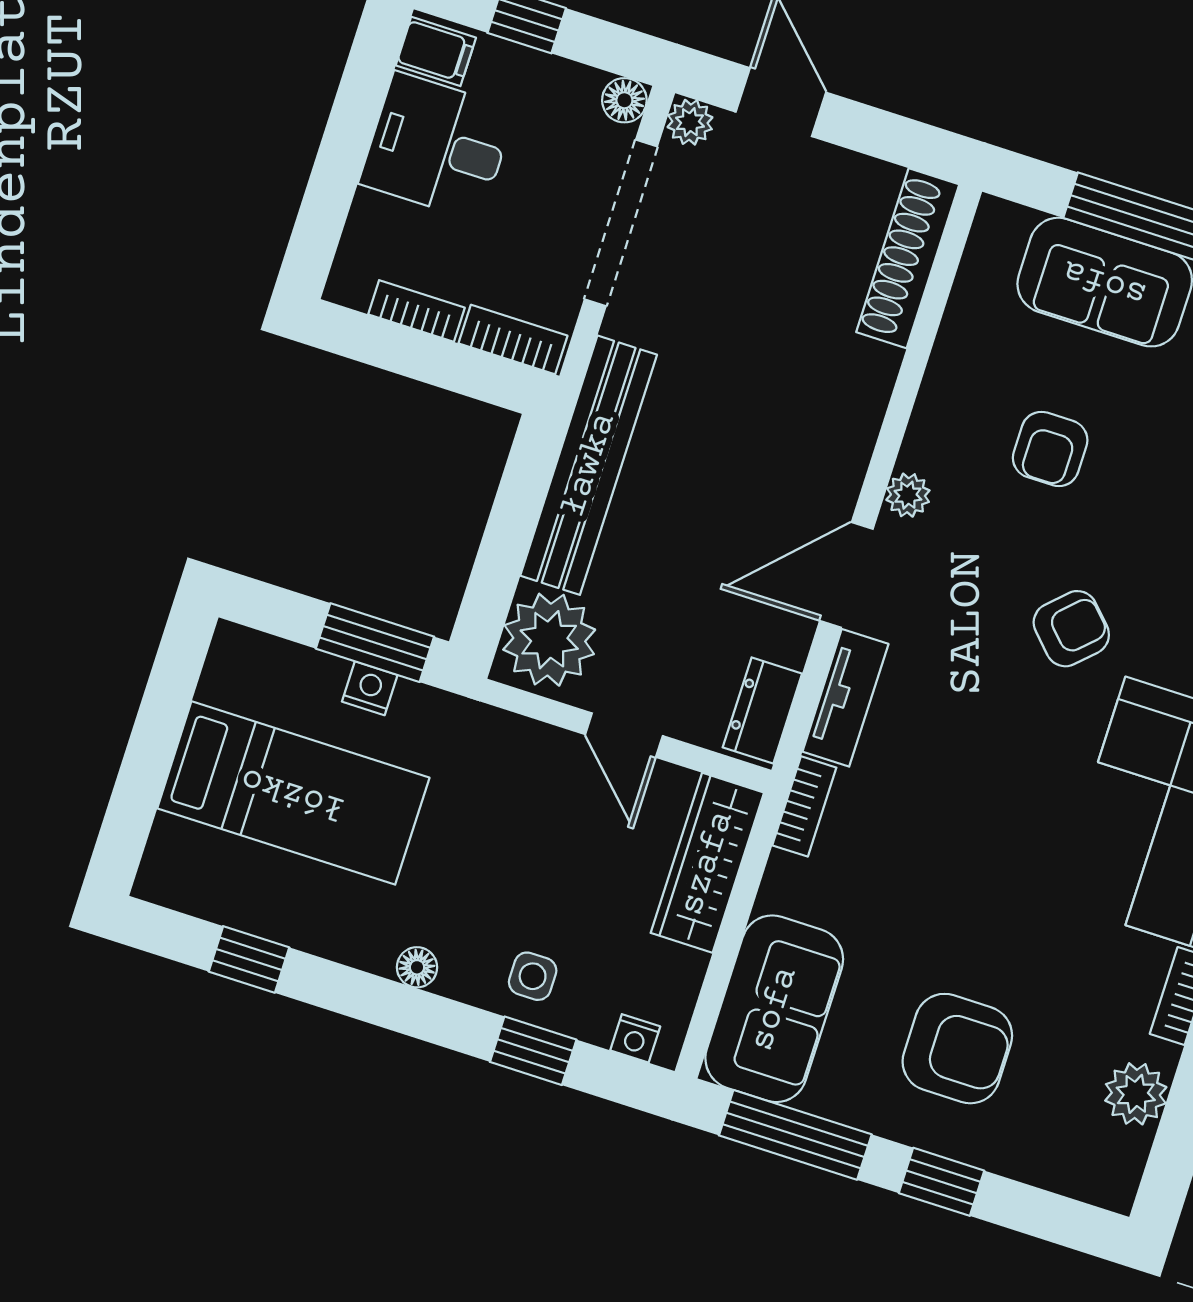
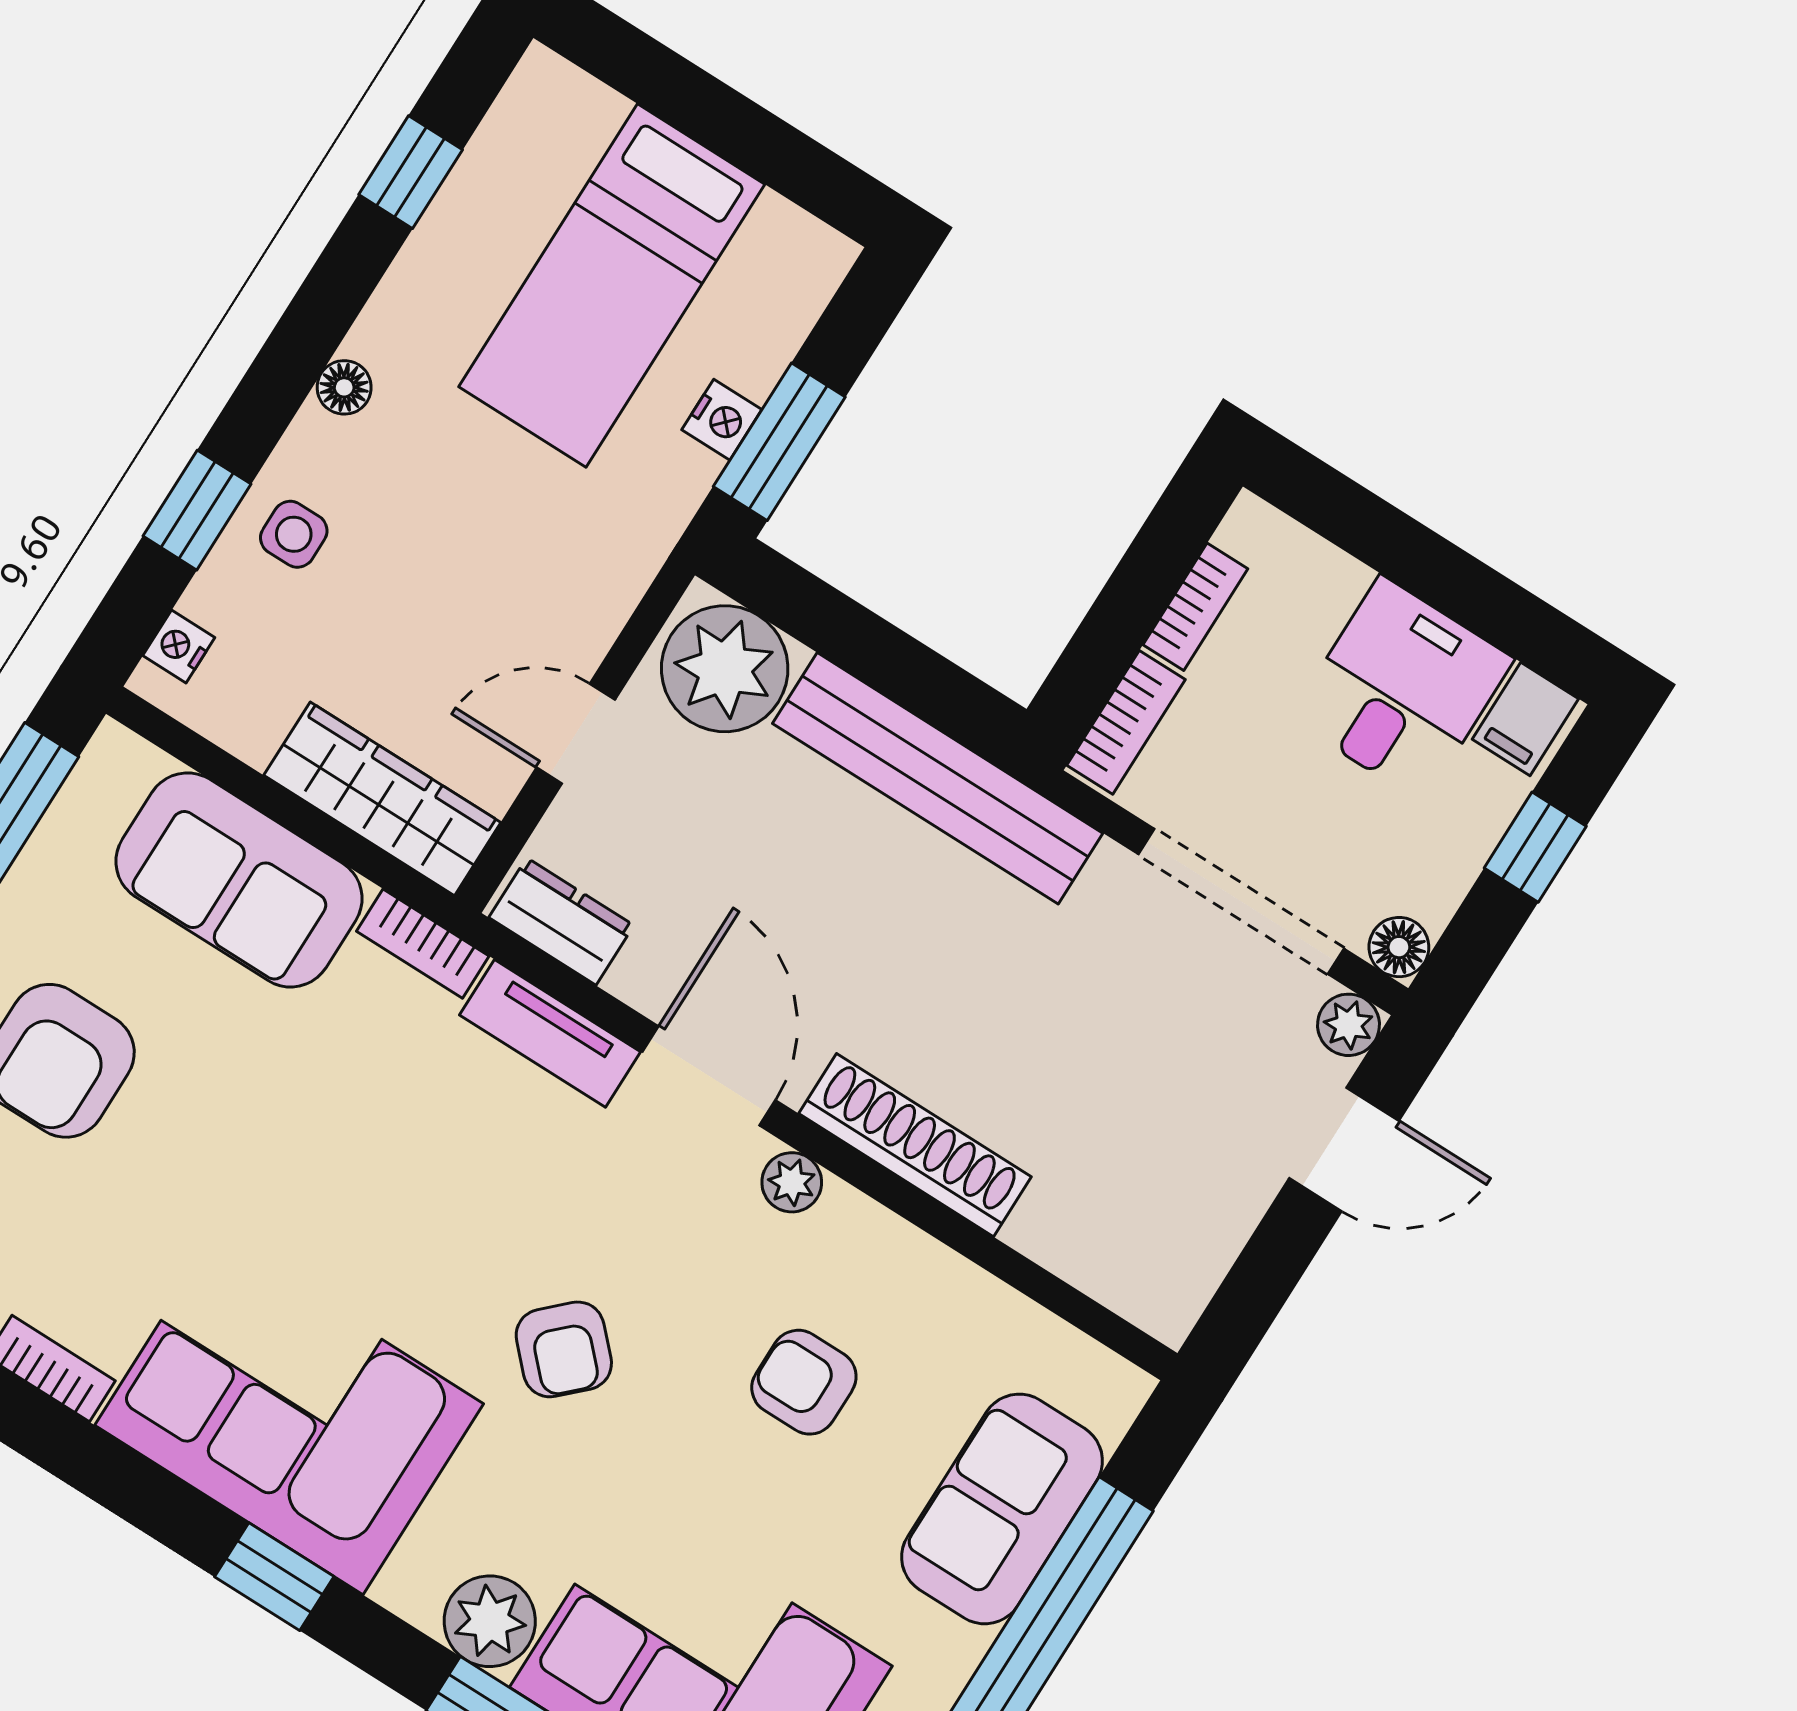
shoe rack: (908, 258) -> (915, 1145), moved
sofa: (774, 1009) -> (239, 880), moved

